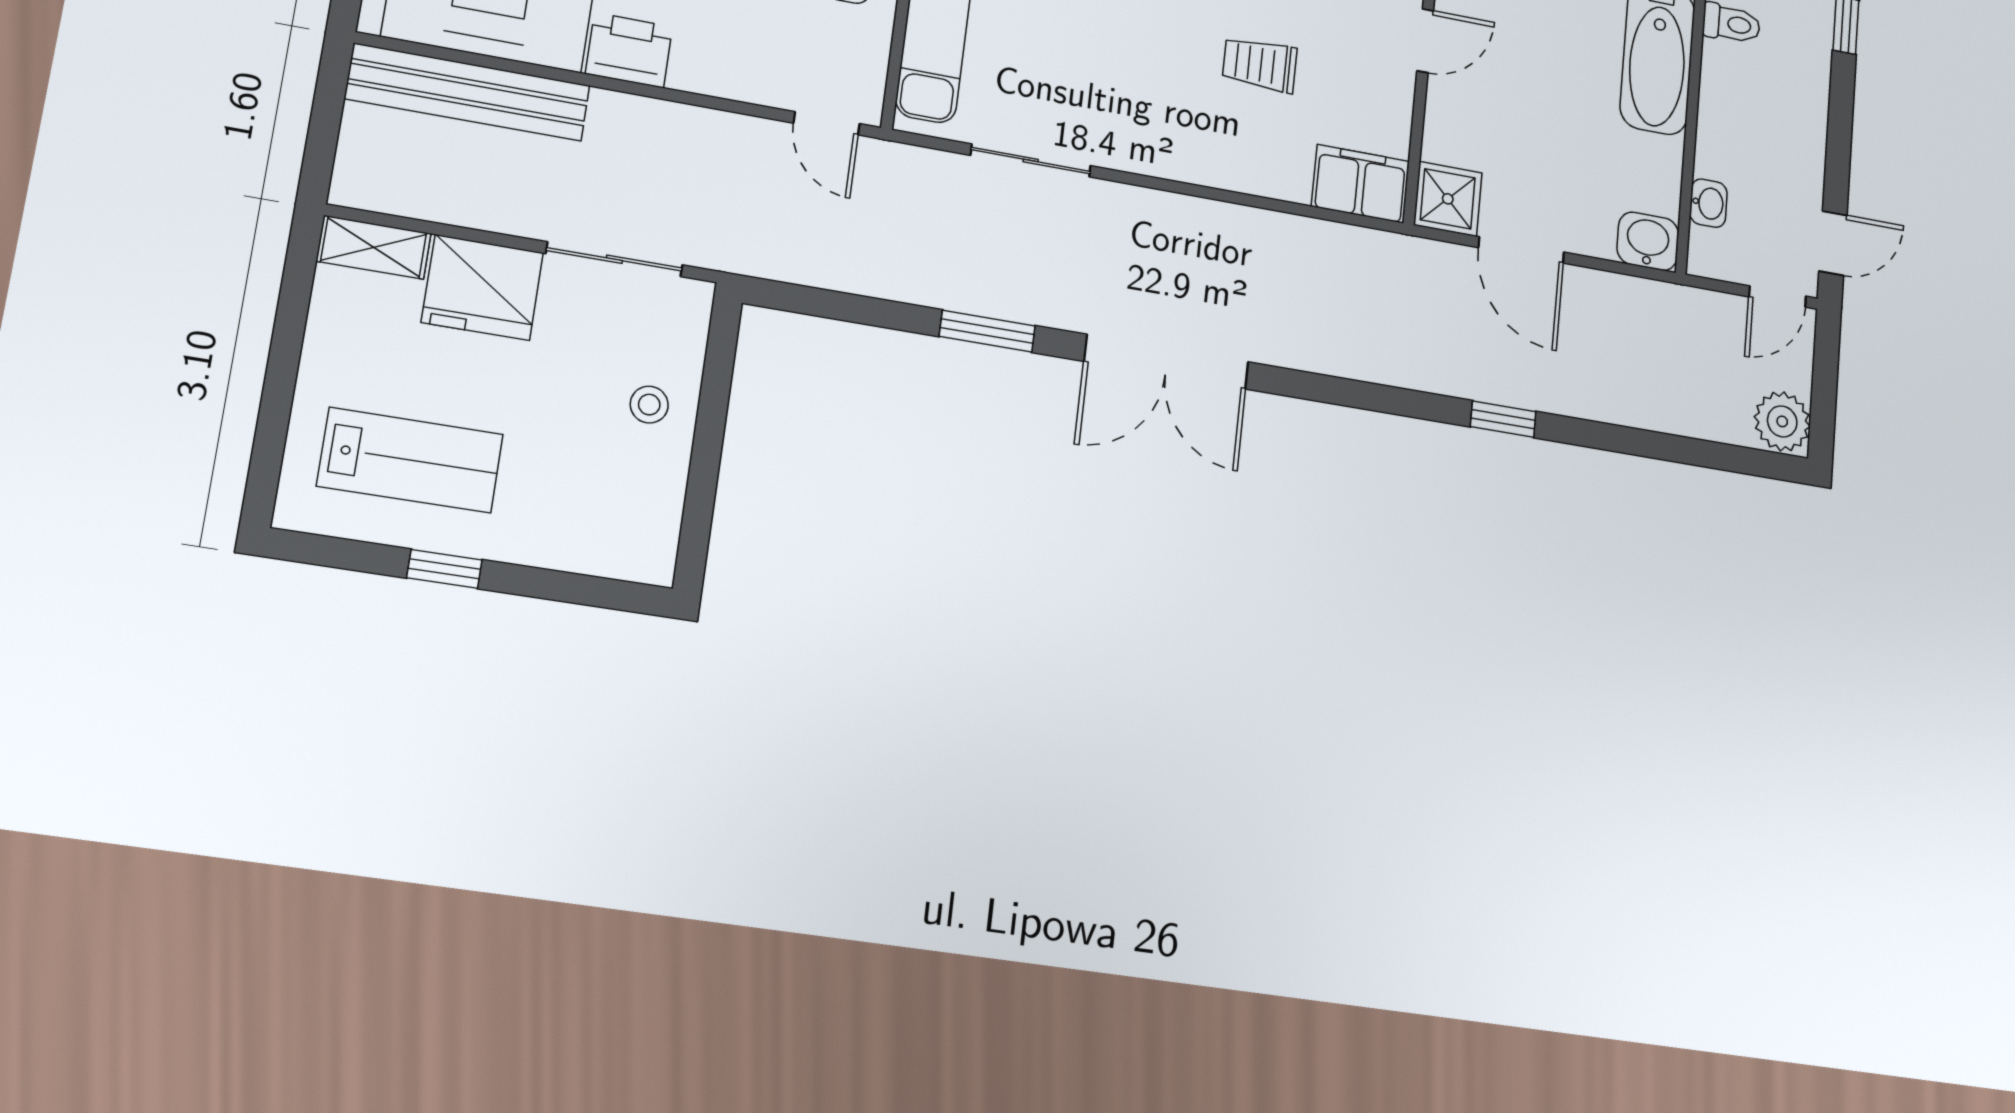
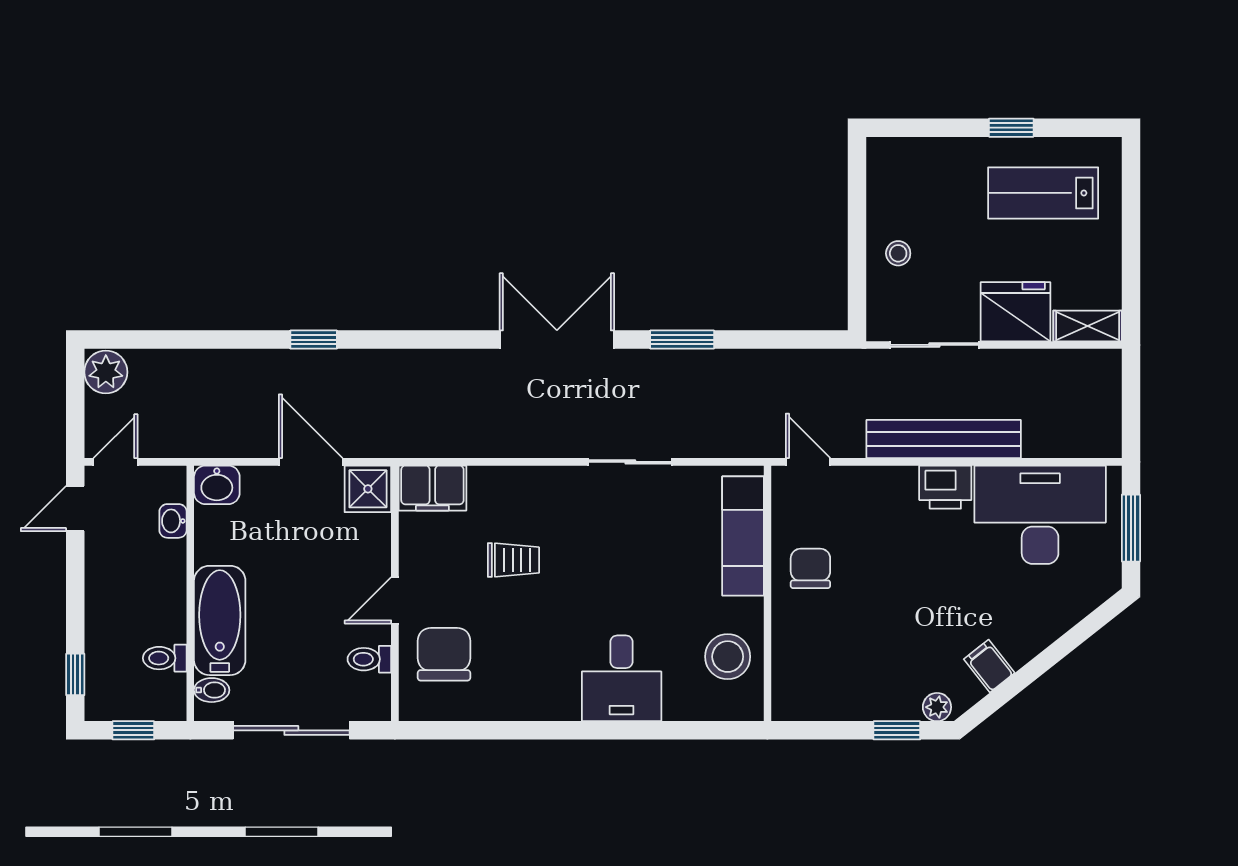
bench: (468, 92) -> (944, 439), moved
sliding door: (1031, 161) -> (630, 462), moved

